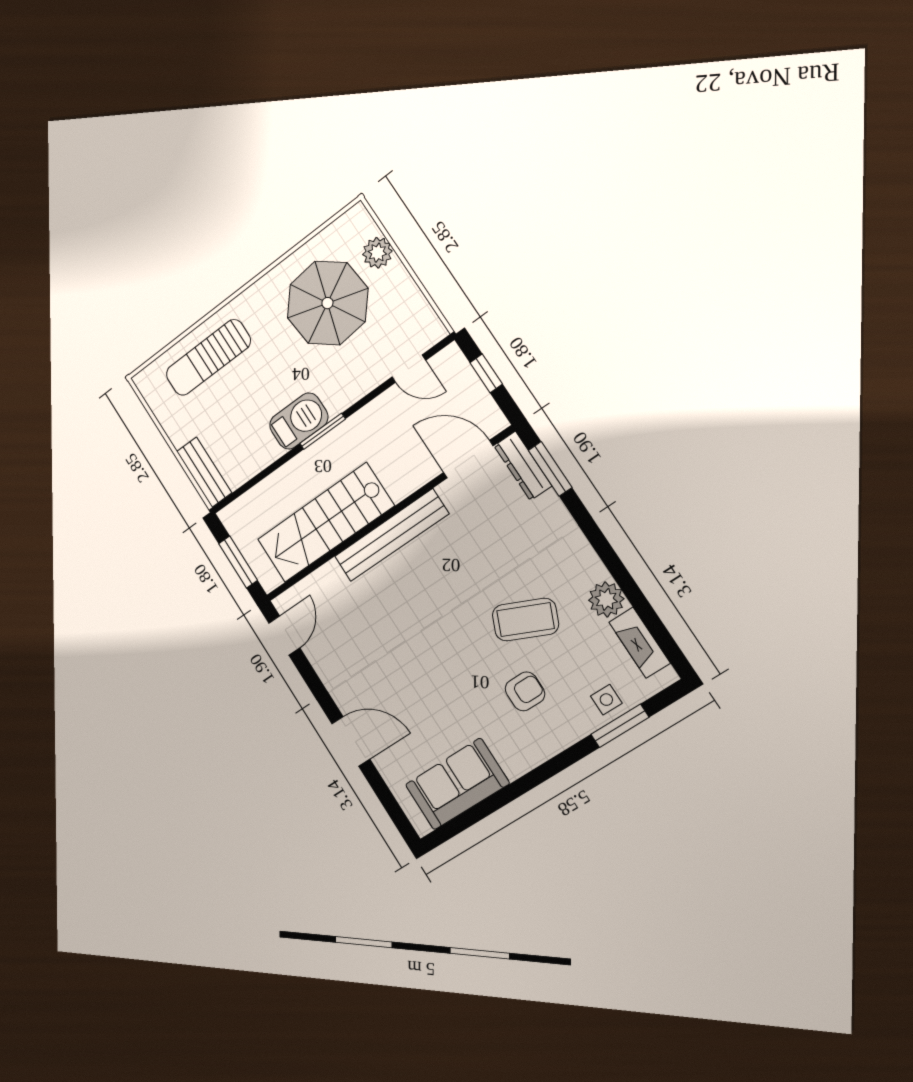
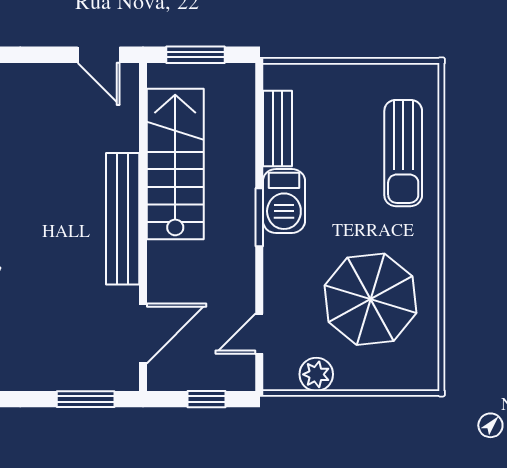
plant: (377, 253) -> (316, 374), moved
sun lounger: (208, 358) -> (403, 153), turned 180
dresser: (523, 466) -> (104, 377), removed
bench: (204, 472) -> (278, 128), moved, turned 90

